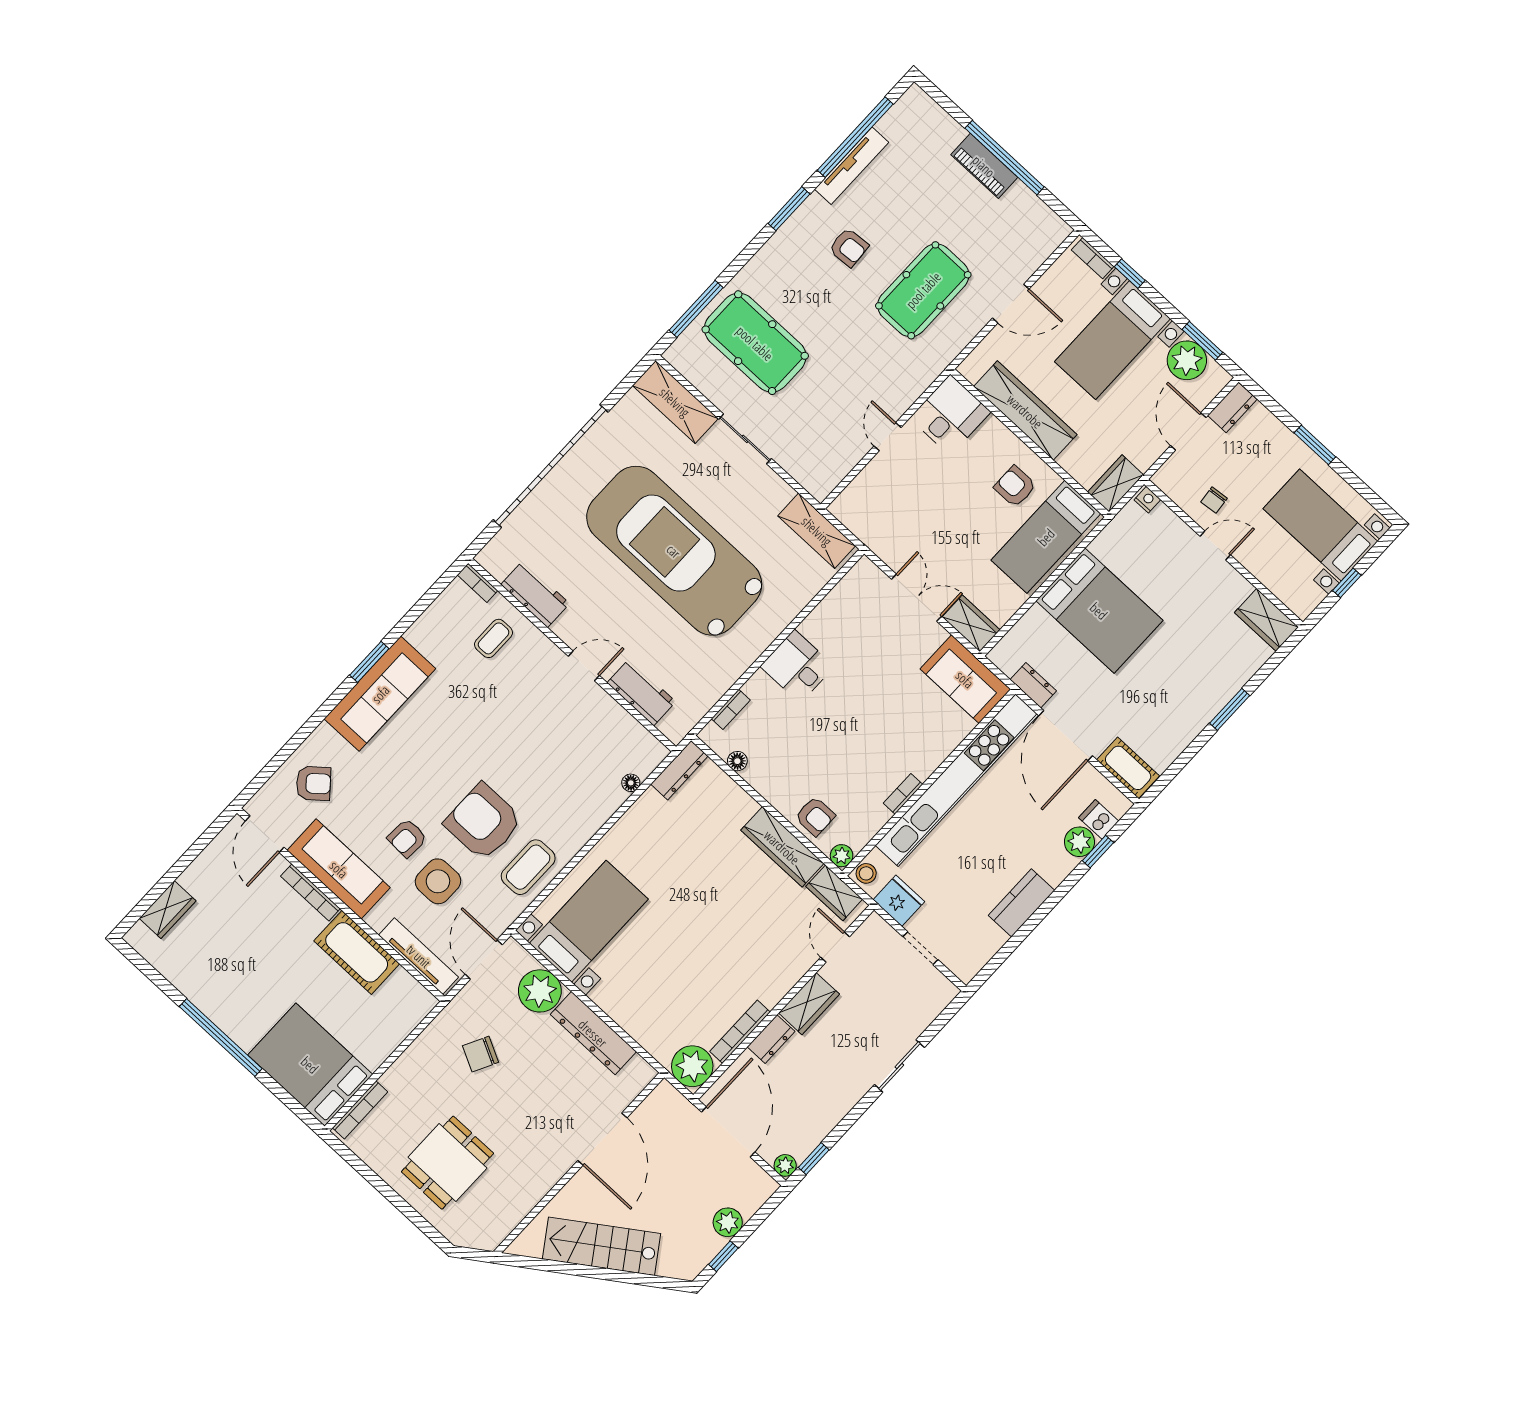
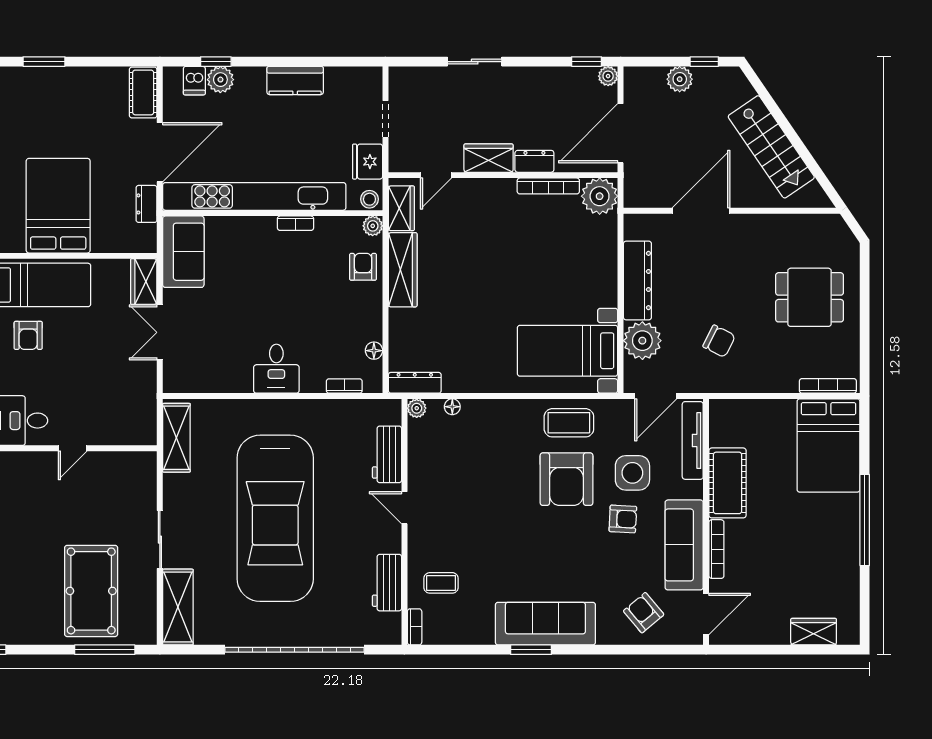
plant: (657, 752) -> (417, 408), added

